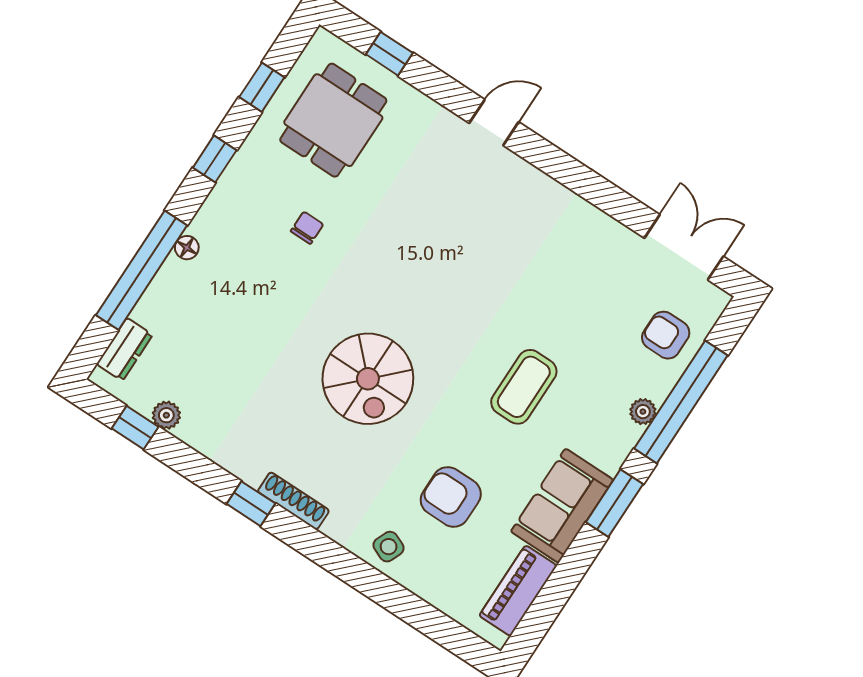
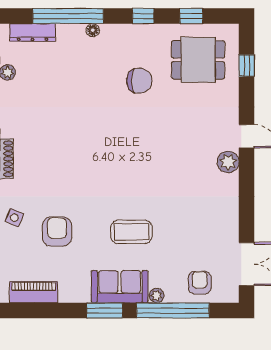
plant: (514, 175) -> (228, 162), added
chair: (307, 228) -> (139, 81), width x1.87, depth x1.87
dresser: (125, 349) -> (33, 32), width x1.44
spiral stairs: (368, 379) -> (87, 156), removed
sofa: (562, 506) -> (120, 287), moved

